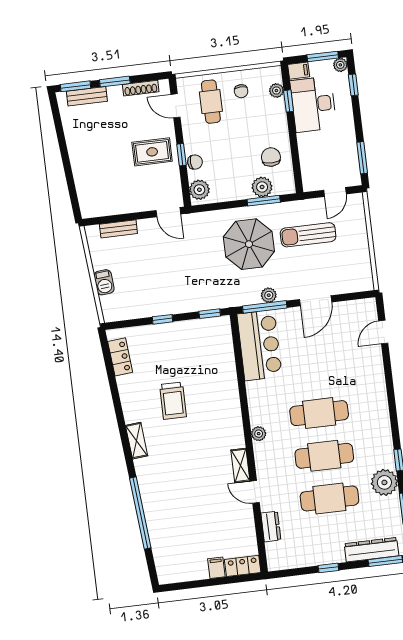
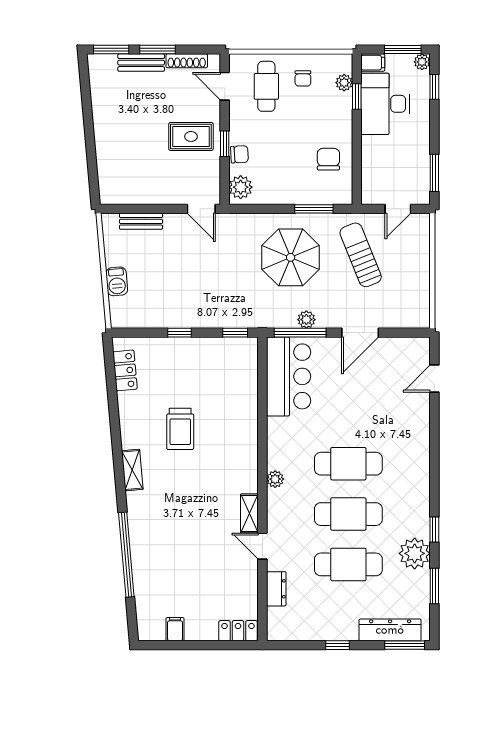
bench: (87, 96) -> (141, 63), moved
plant: (262, 187) -> (314, 193), removed
sun lounger: (308, 235) -> (361, 255), turned 68
filing cabinet: (216, 568) -> (175, 629), moved

